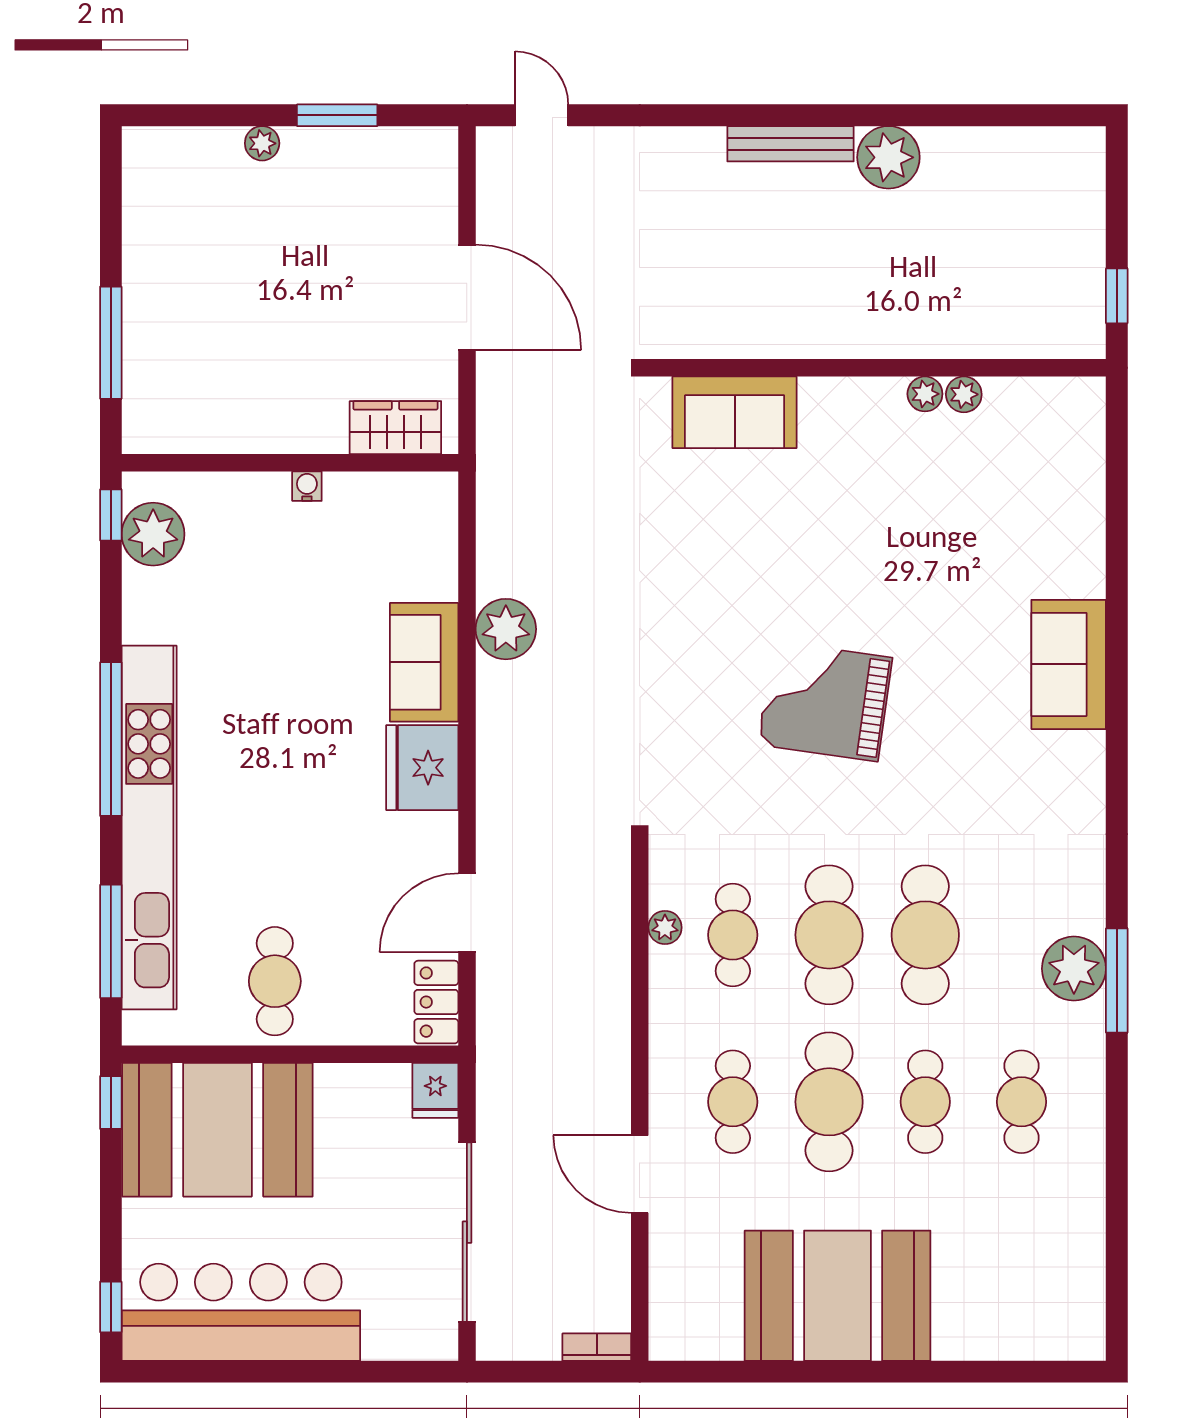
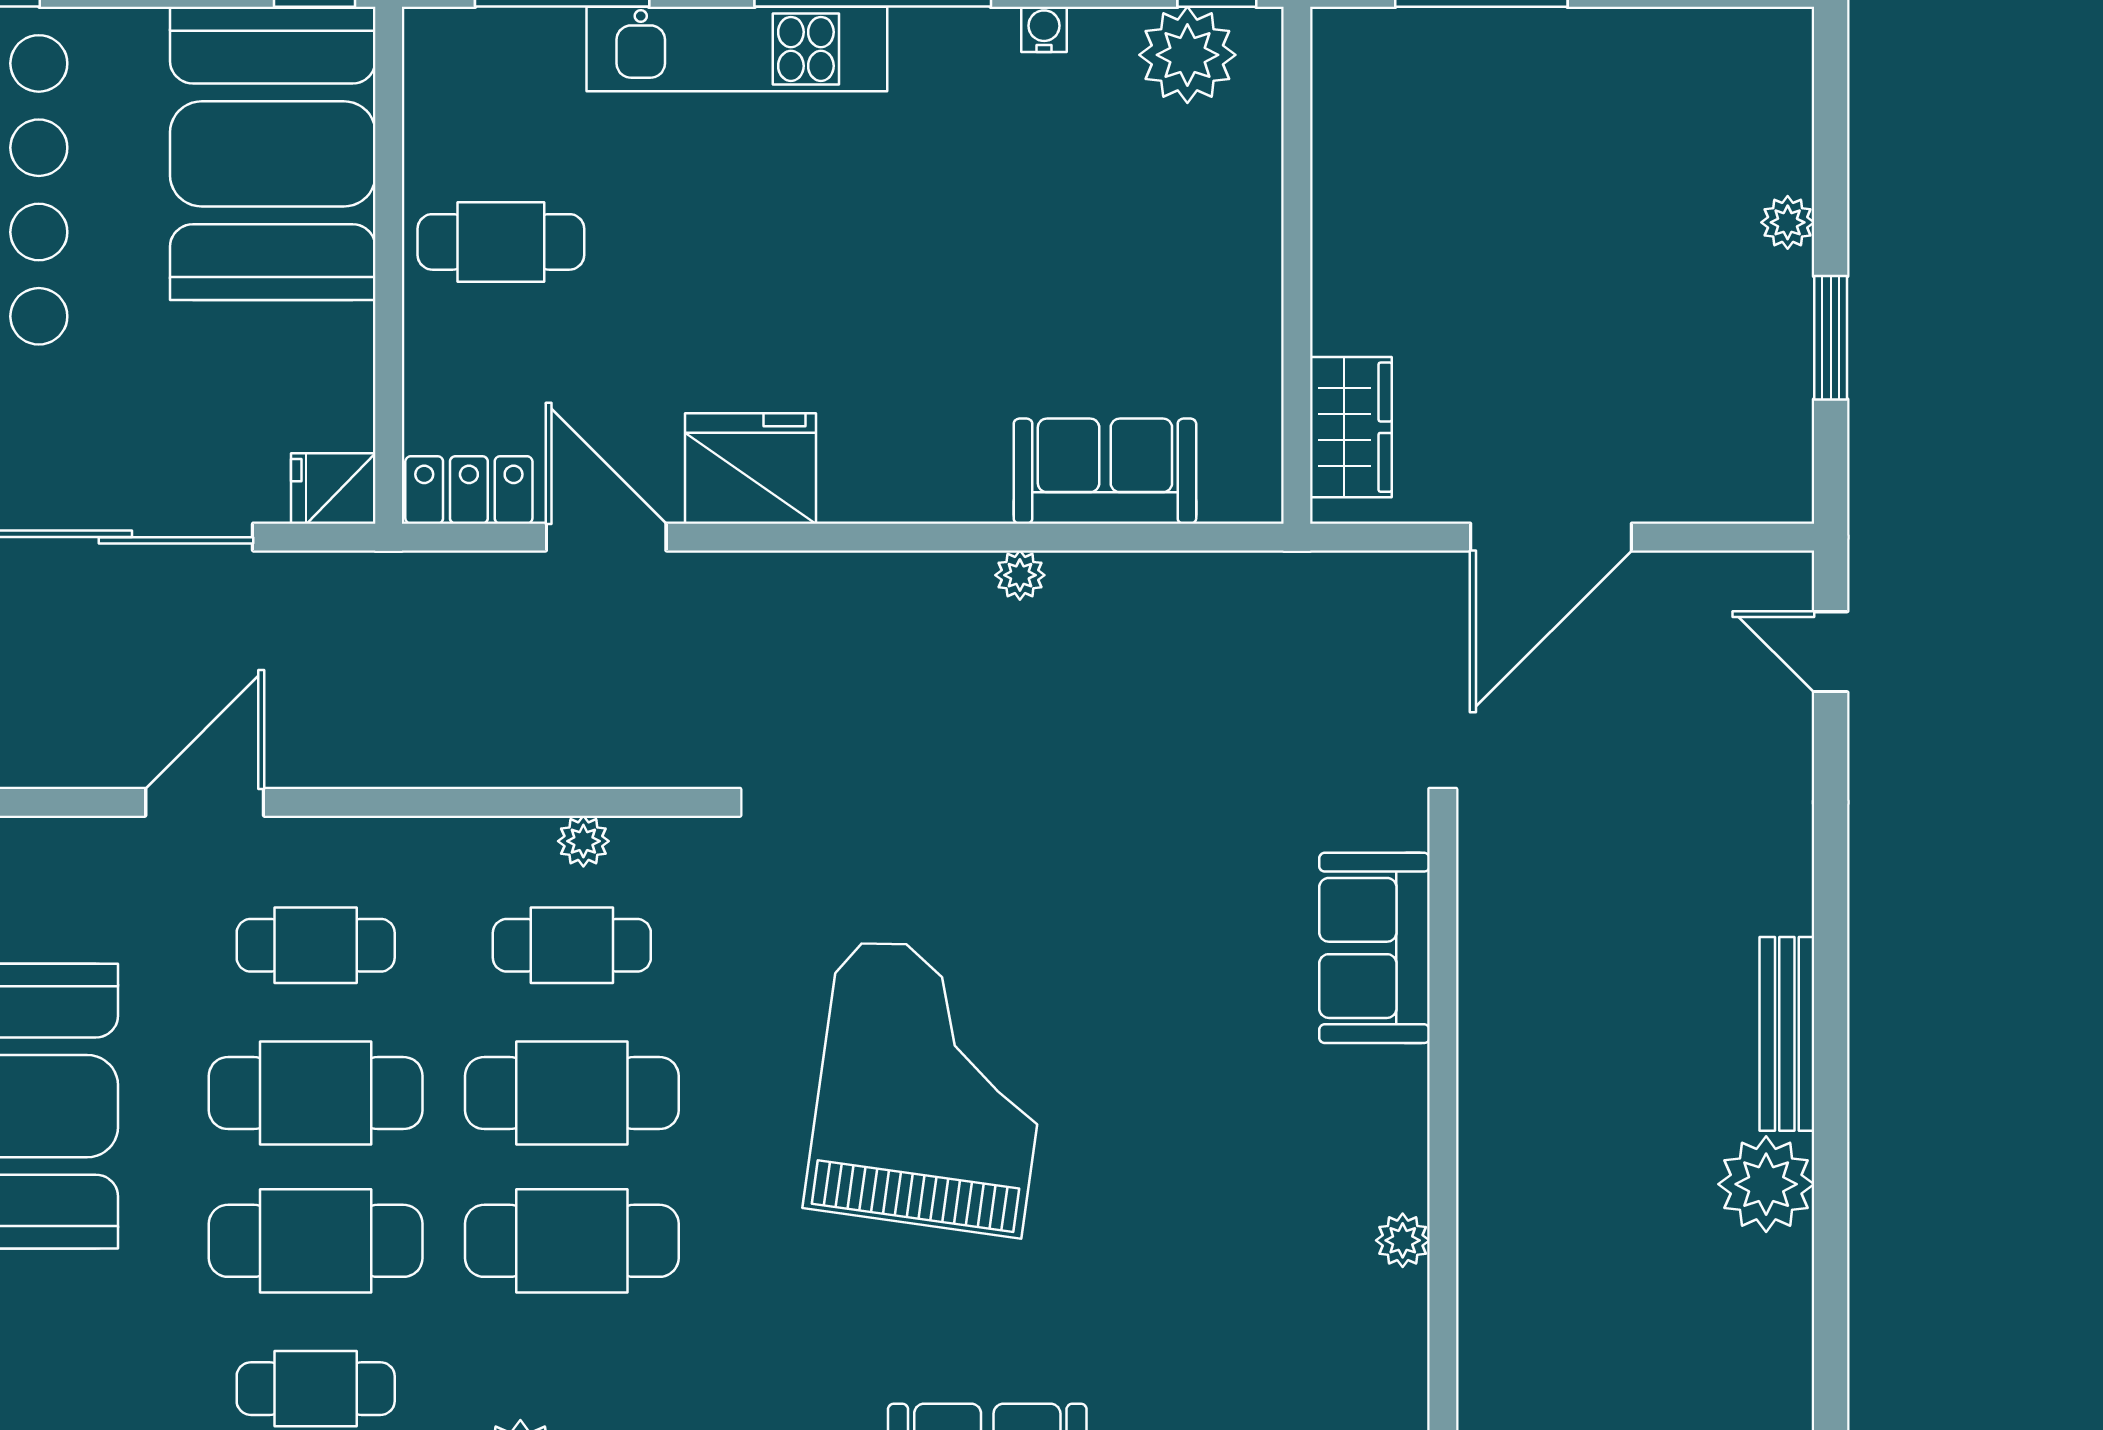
door: (542, 115) -> (1831, 652), swing flipped
plant: (964, 394) -> (1402, 1300), removed
water cooler: (307, 486) -> (1044, 29), moved, turned -90
plant: (506, 629) -> (1020, 575), width x0.53, depth x0.53
sofa: (424, 662) -> (1105, 471), moved
grand piano: (825, 701) -> (931, 1087), width x1.37, depth x1.48
fridge: (422, 768) -> (751, 468), moved
kitchen unit: (149, 828) -> (737, 49), width x0.54
cafe table: (925, 1102) -> (316, 1241), width x1.37, depth x1.35

